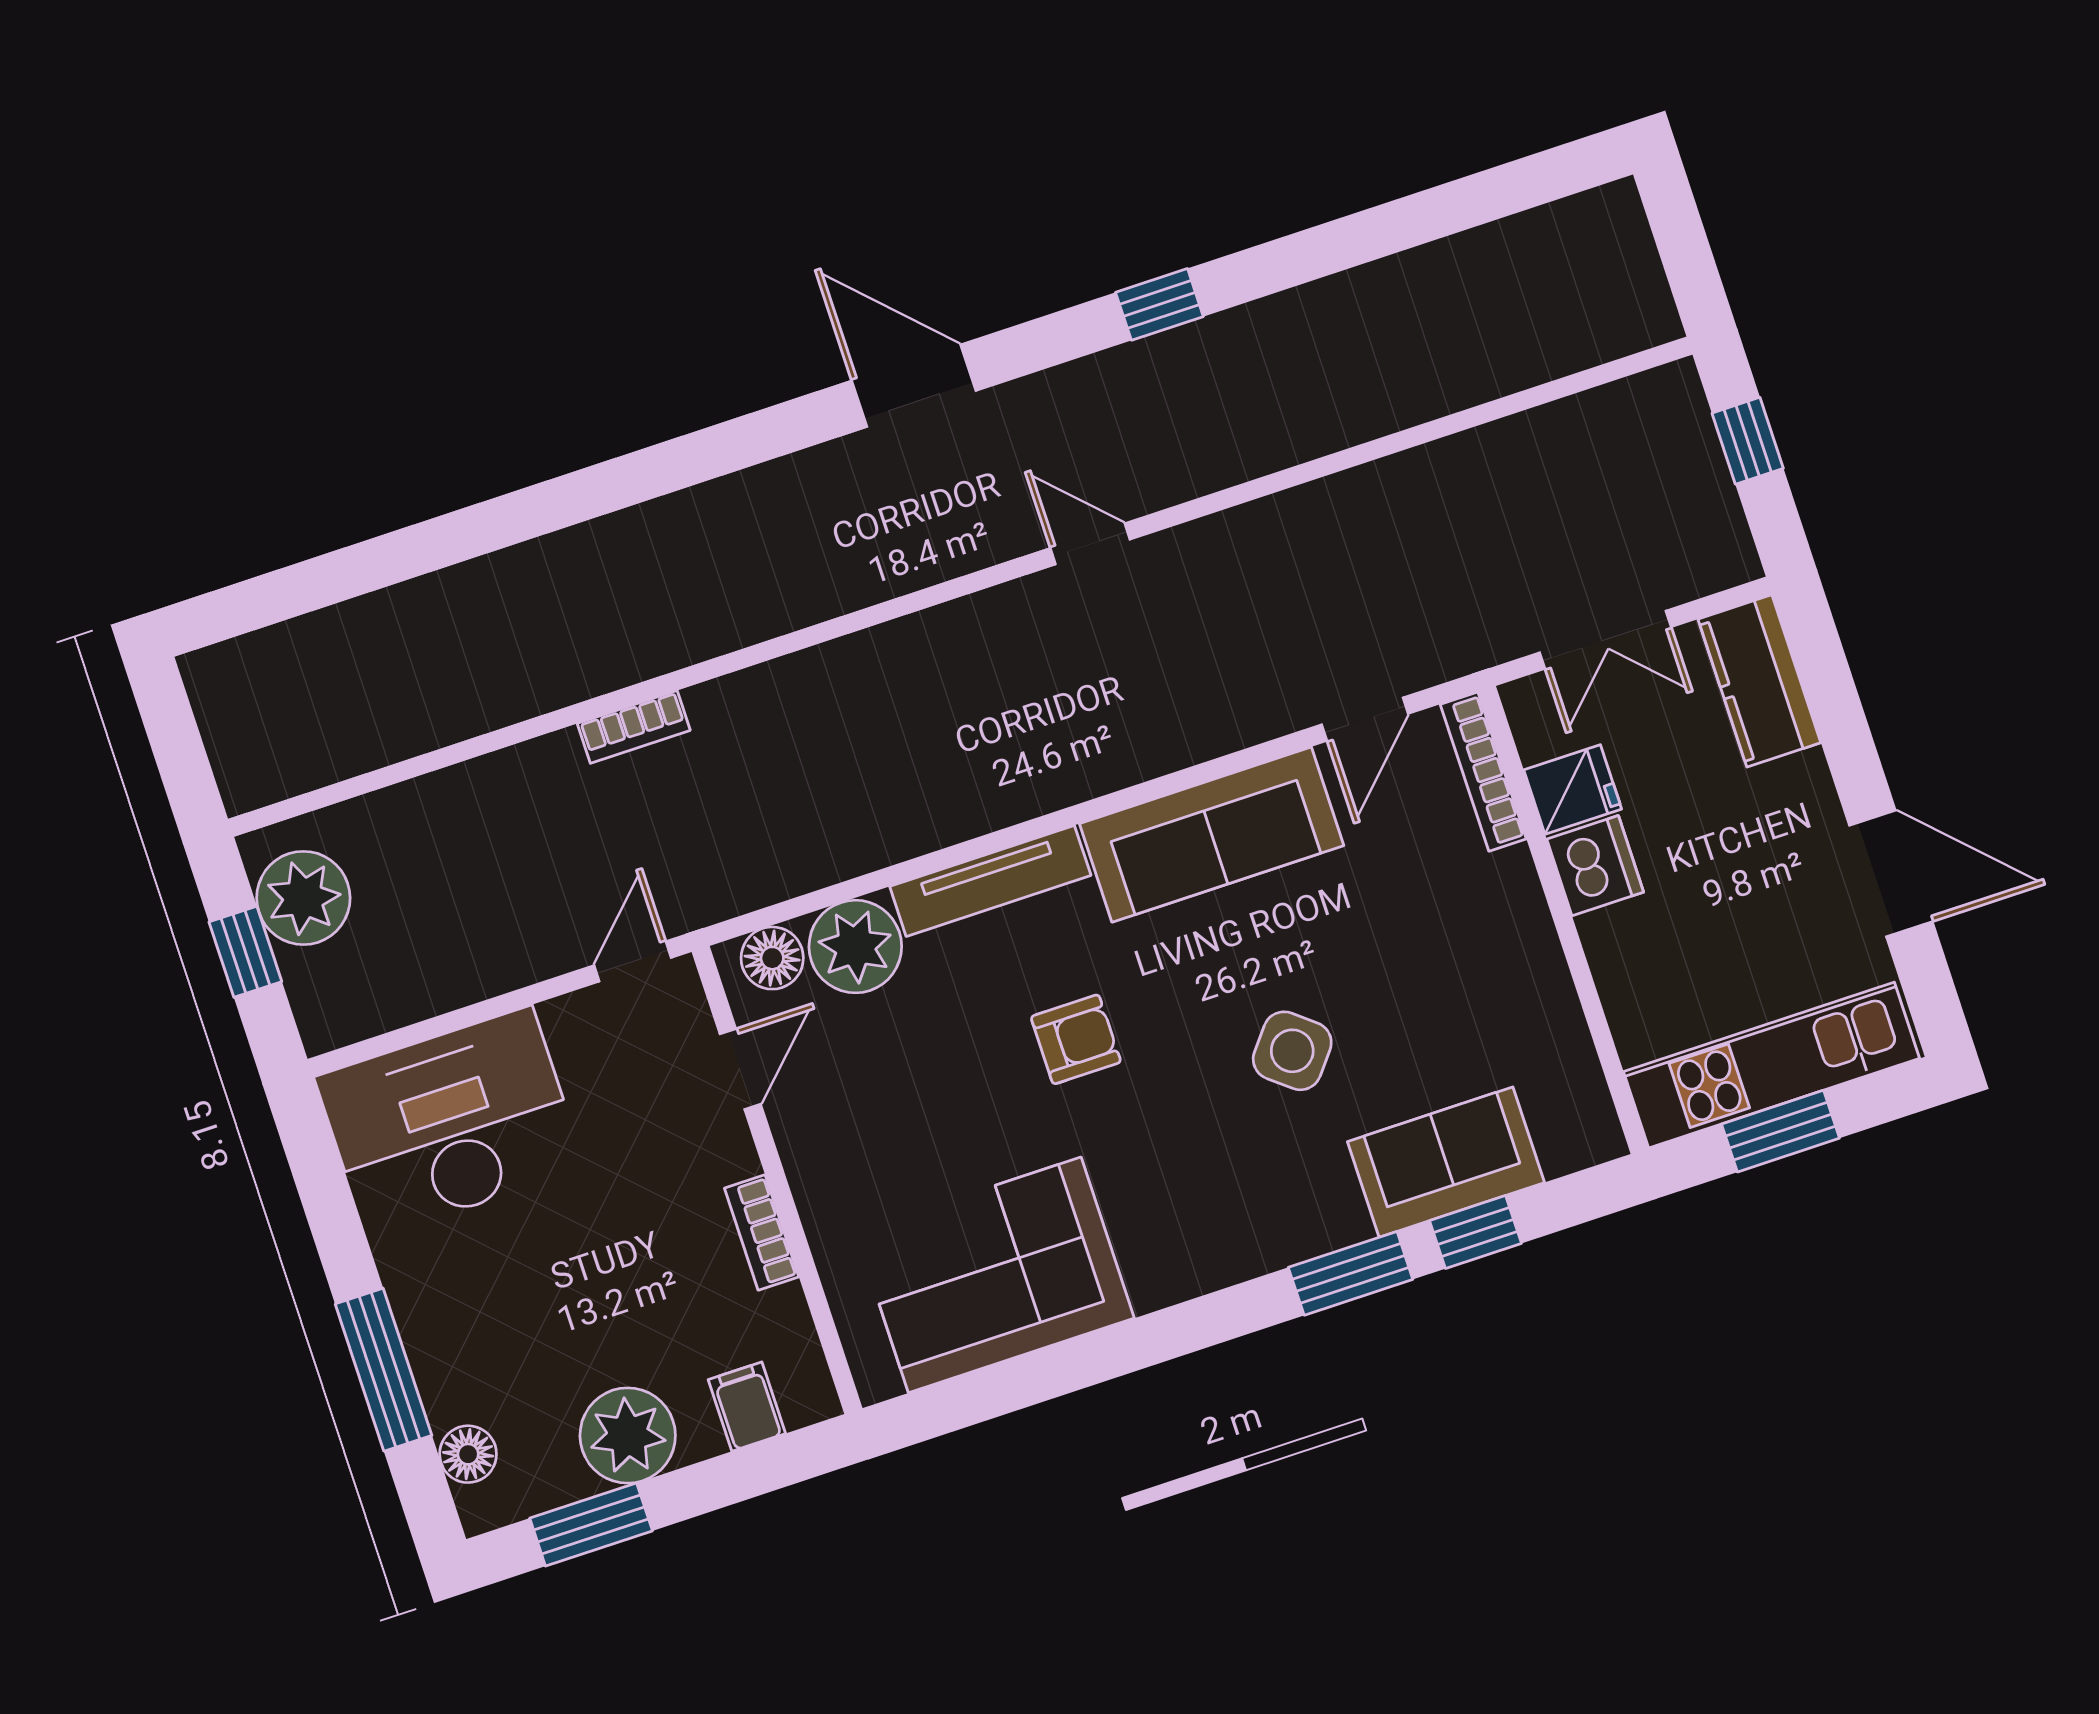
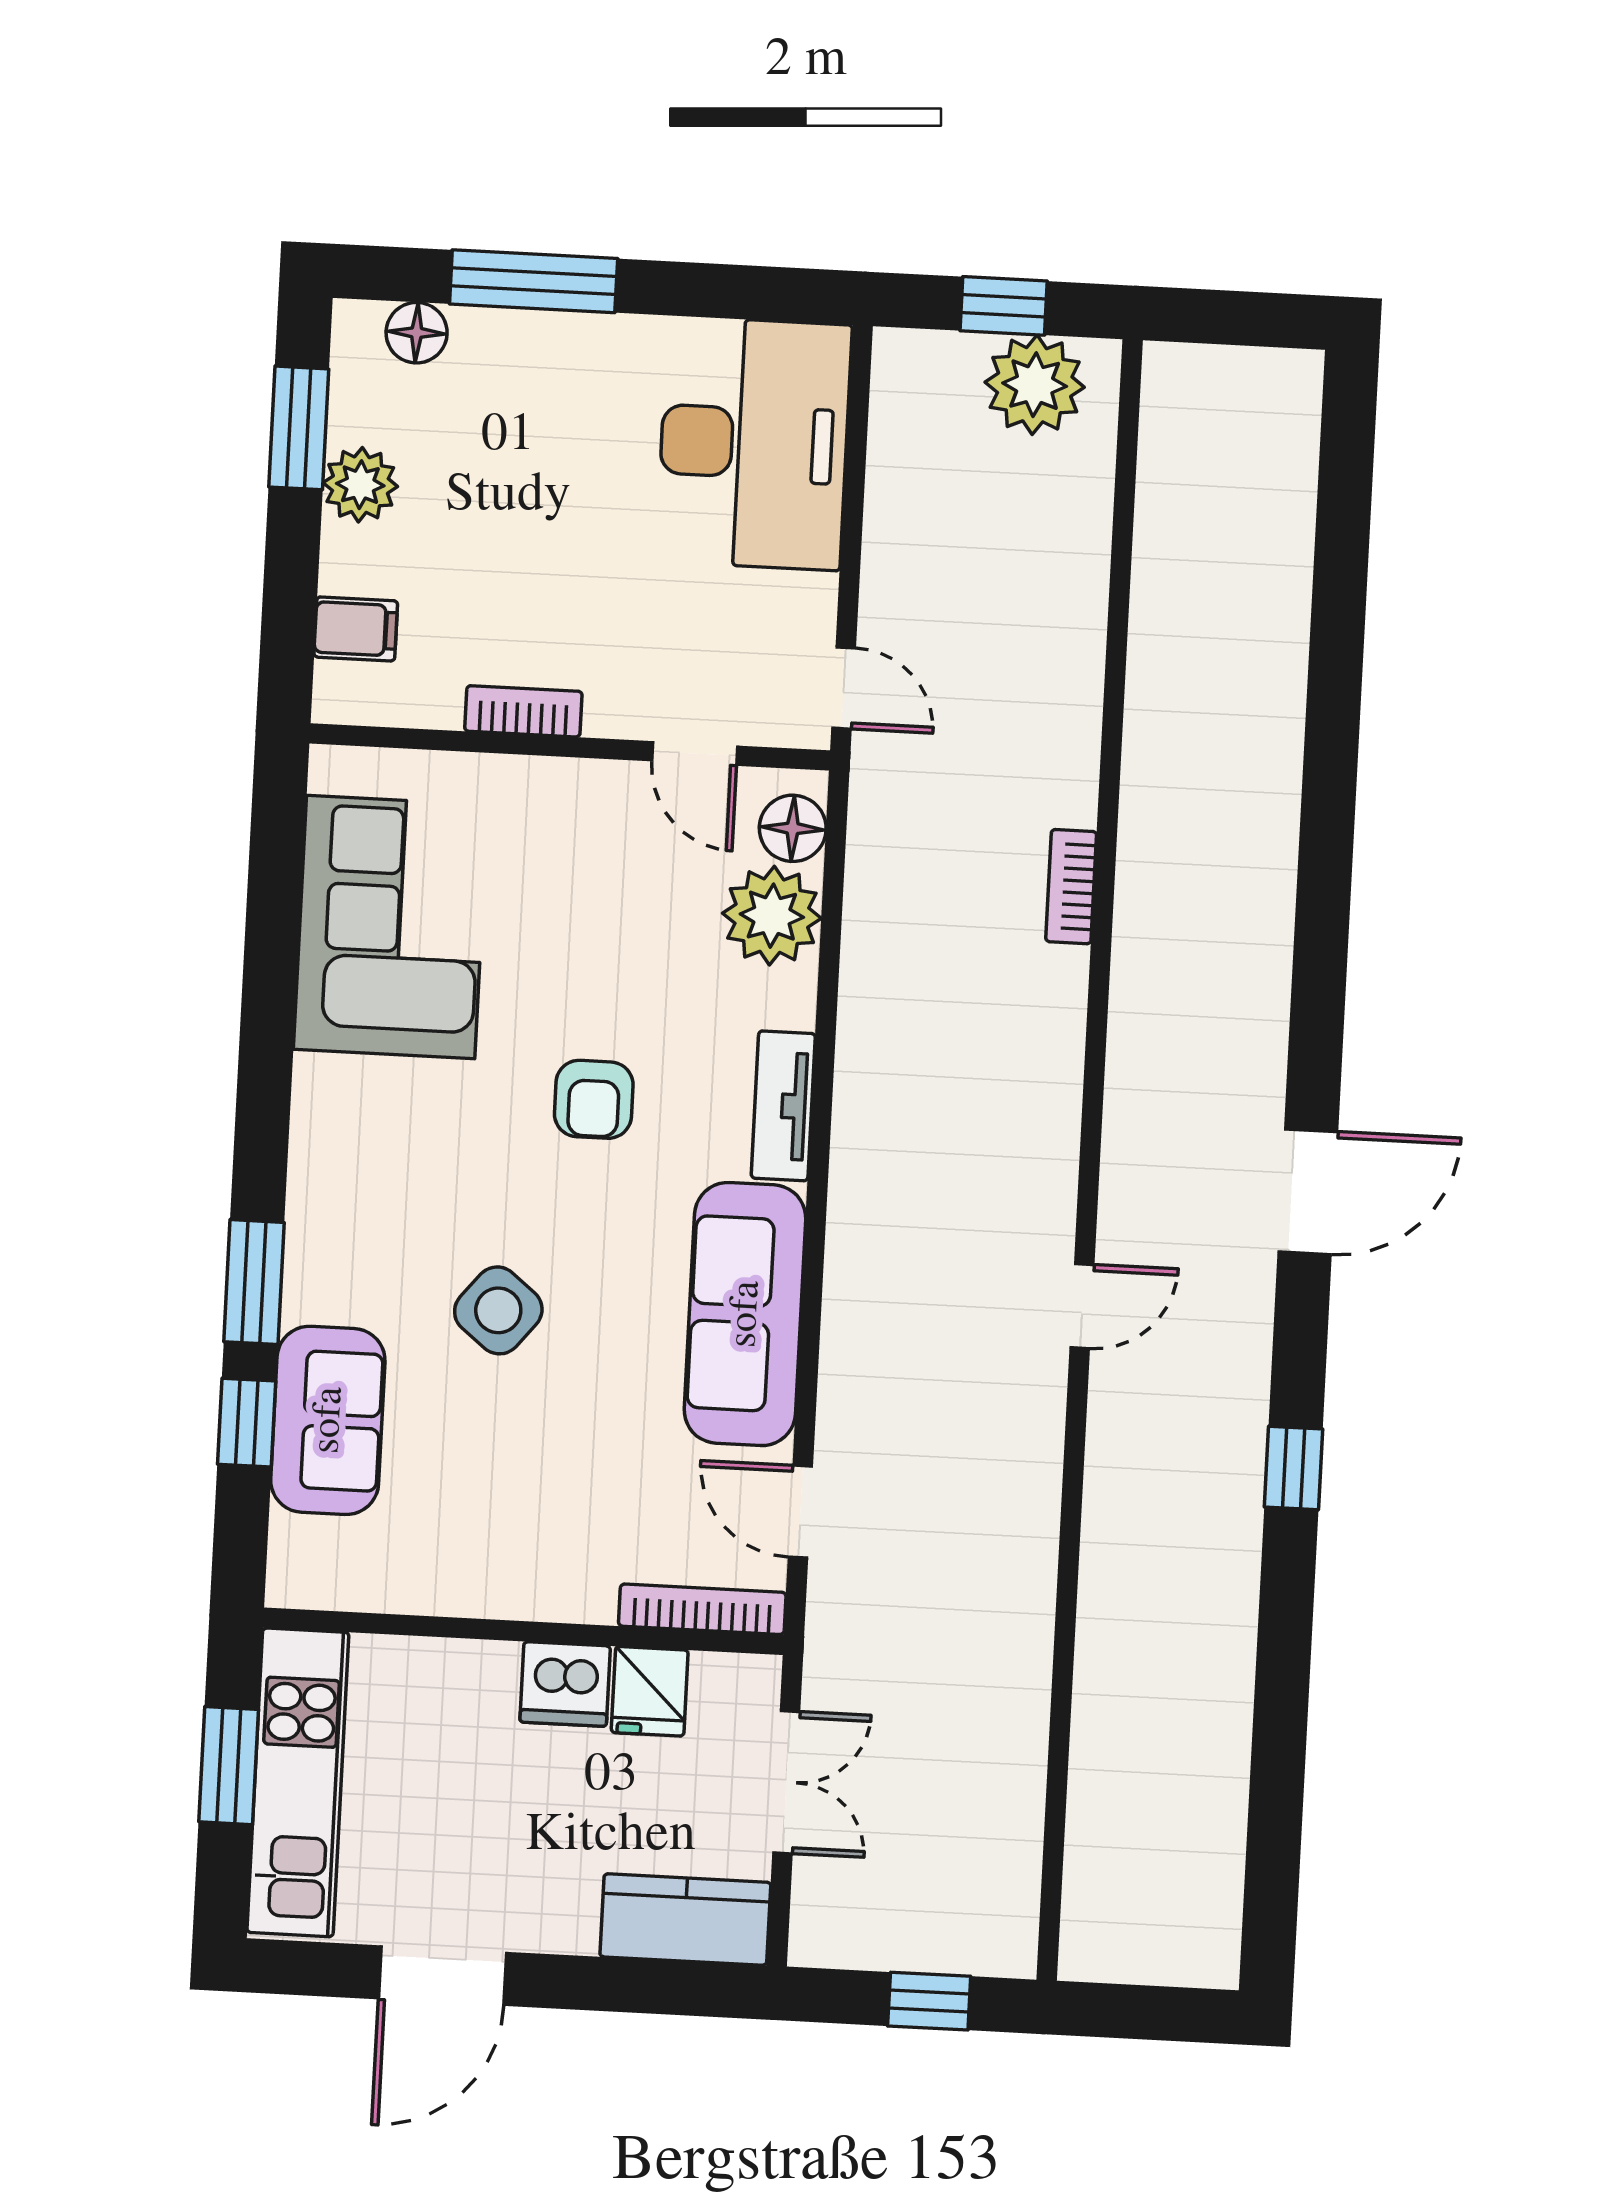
double door: (1605, 640) -> (786, 1782), swing flipped
bookcase: (634, 727) -> (1071, 887), moved
tv unit: (990, 881) -> (783, 1106), width x0.71
plant: (628, 1436) -> (360, 485), width x0.73, depth x0.73

